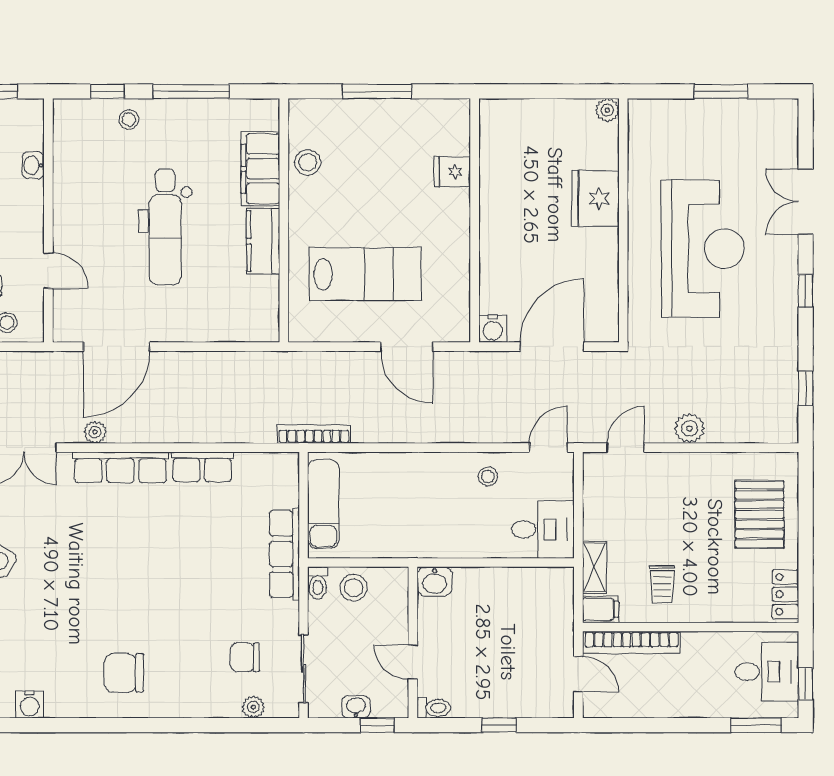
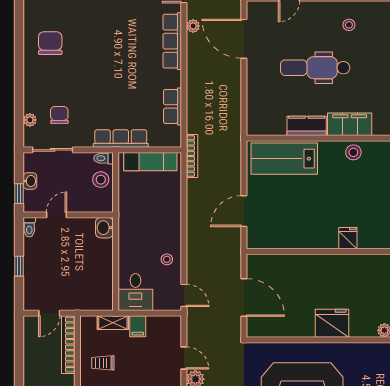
stool: (129, 119) -> (349, 25), moved
lab bench: (365, 274) -> (284, 159), moved, turned 90
water cooler: (493, 329) -> (255, 262), removed
door: (626, 448) -> (184, 358), moved
row of seats: (202, 467) -> (173, 106), moved
filing cabinet: (600, 609) -> (138, 326), moved

